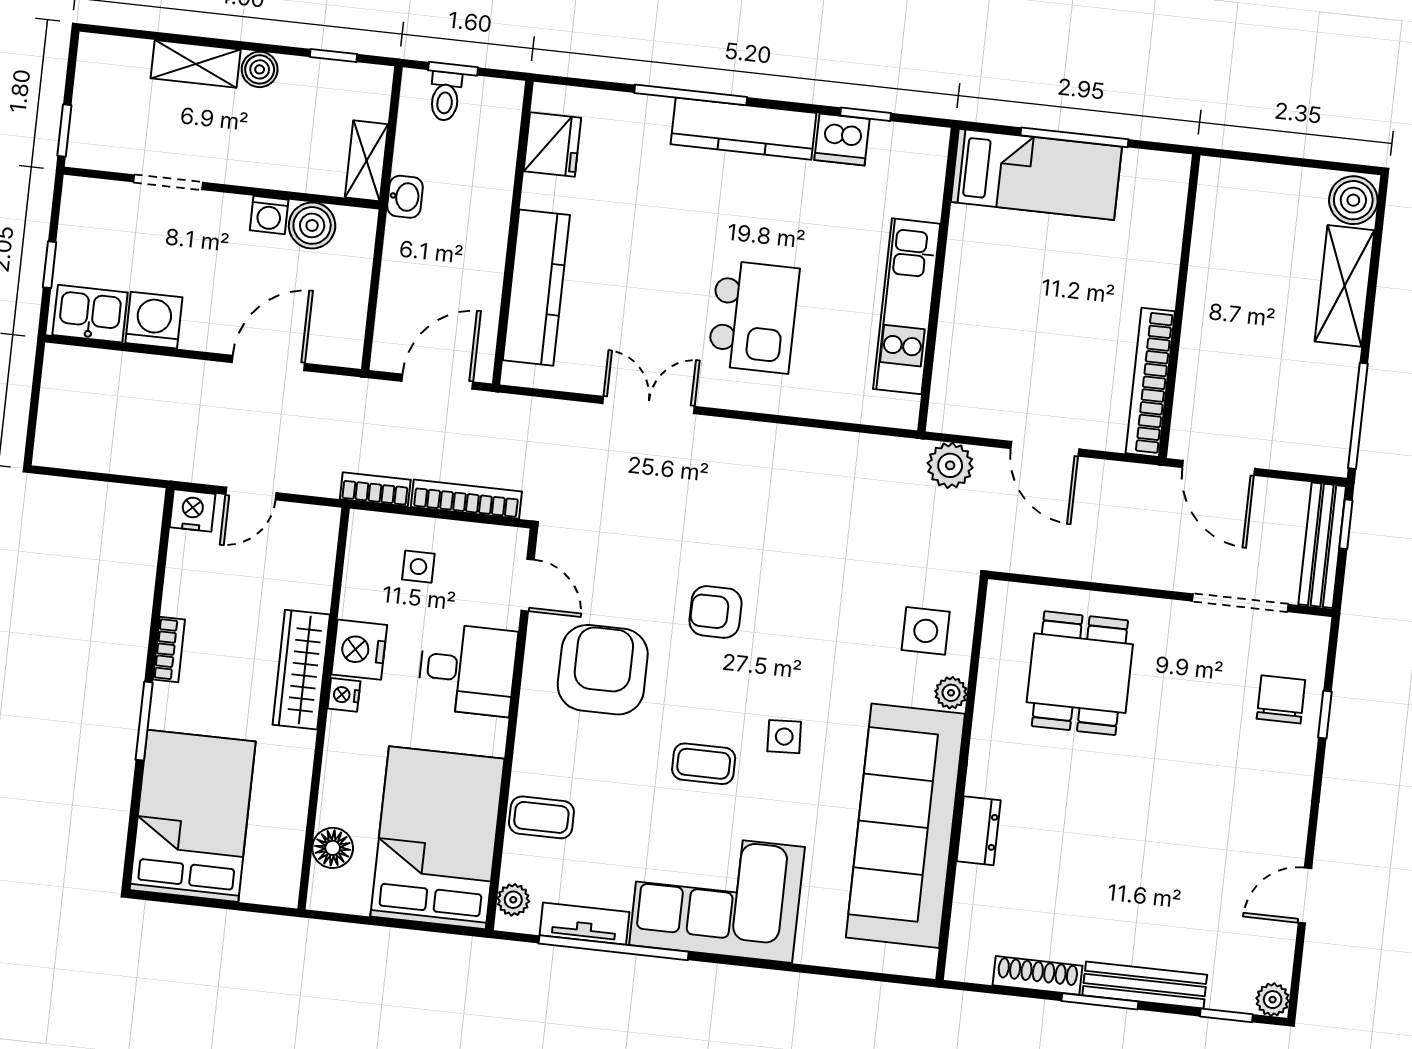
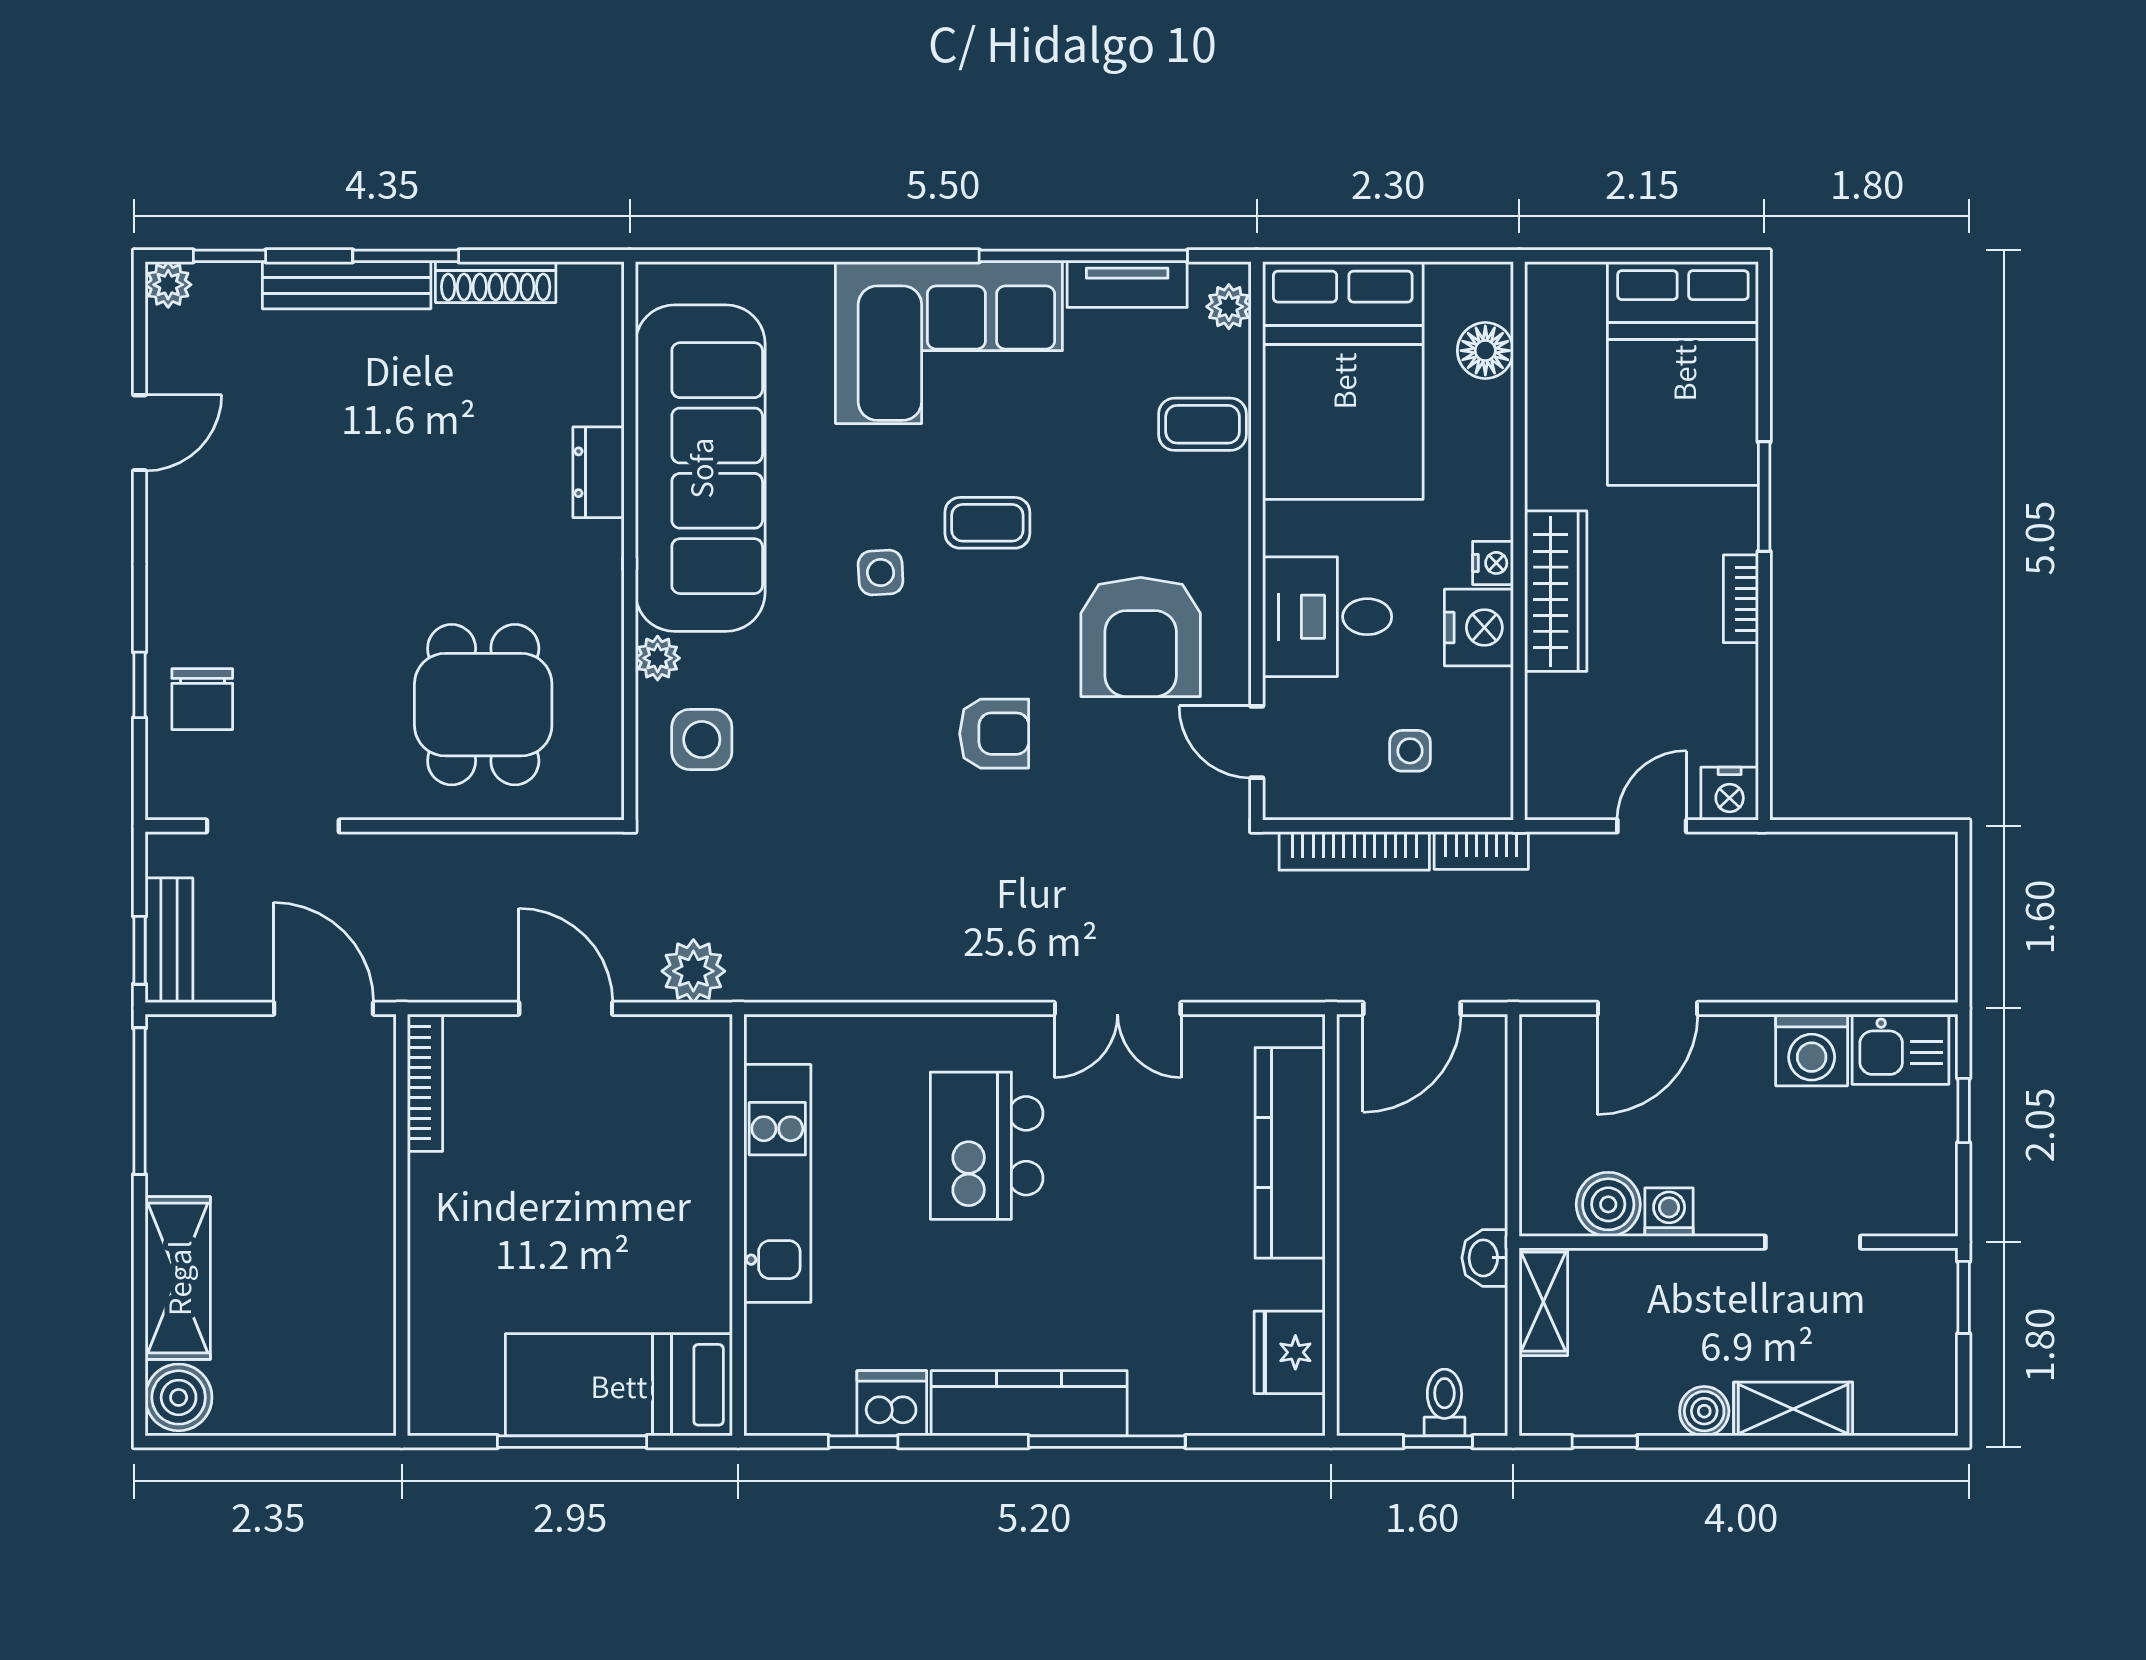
bookcase: (1150, 382) -> (425, 1083), width x0.68, depth x0.76
bench: (1322, 545) -> (169, 940), width x0.73

